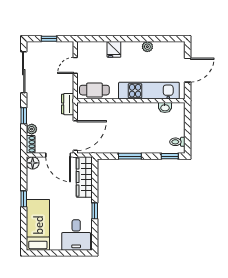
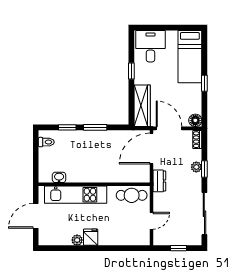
fridge: (114, 49) -> (91, 237), moved
plant: (32, 129) -> (196, 167), moved
window: (170, 156) -> (67, 127), moved

